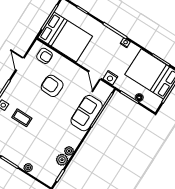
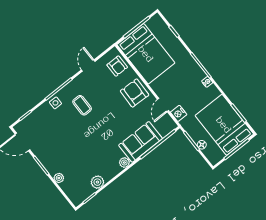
armchair: (52, 86) -> (135, 93), moved
coffee table: (22, 118) -> (82, 105), moved
plant: (69, 151) -> (124, 163), moved

